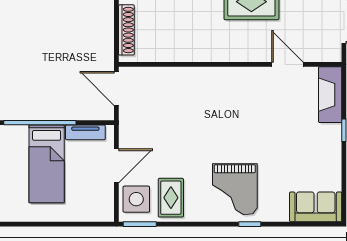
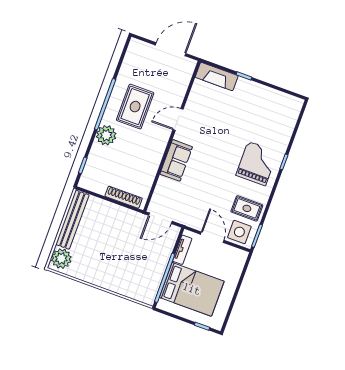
door: (287, 64) -> (178, 119), moved
bed: (47, 164) -> (192, 289), width x1.50
grand piano: (235, 189) -> (257, 163), turned -90
sofa: (316, 207) -> (176, 160), moved, turned 180

